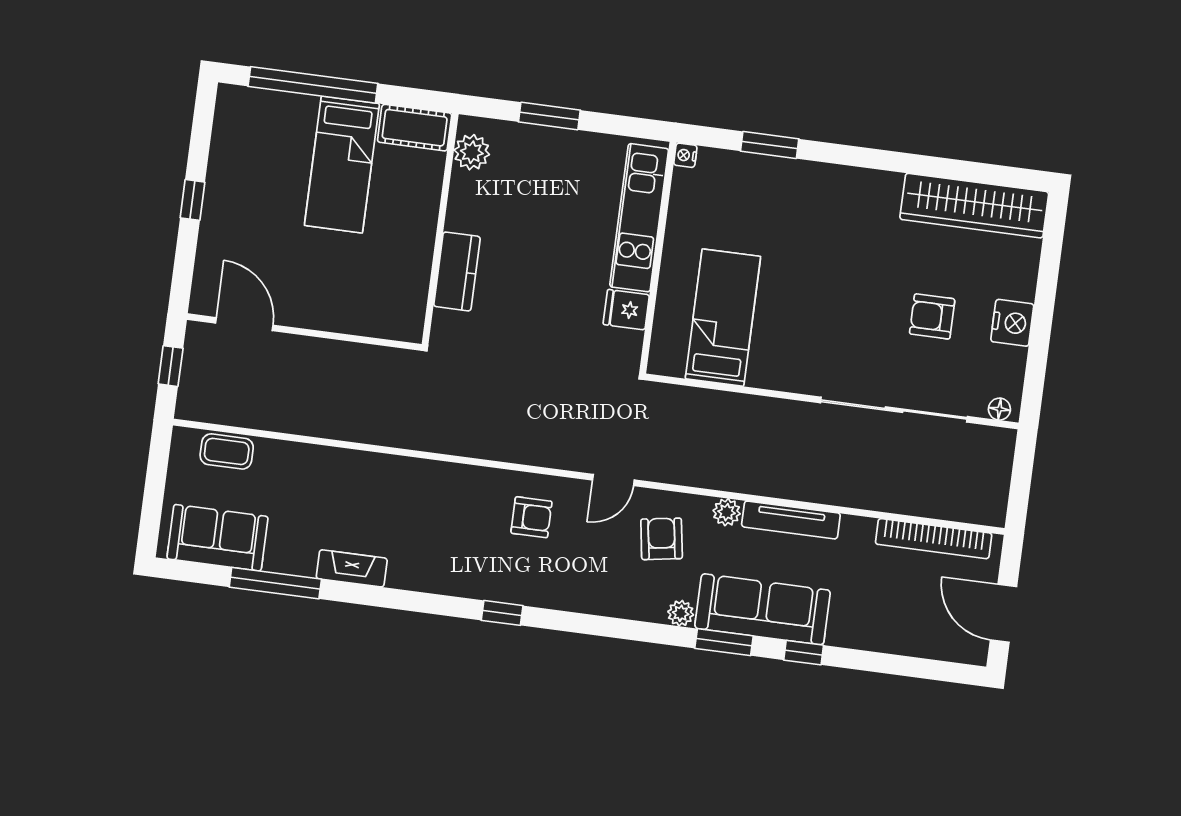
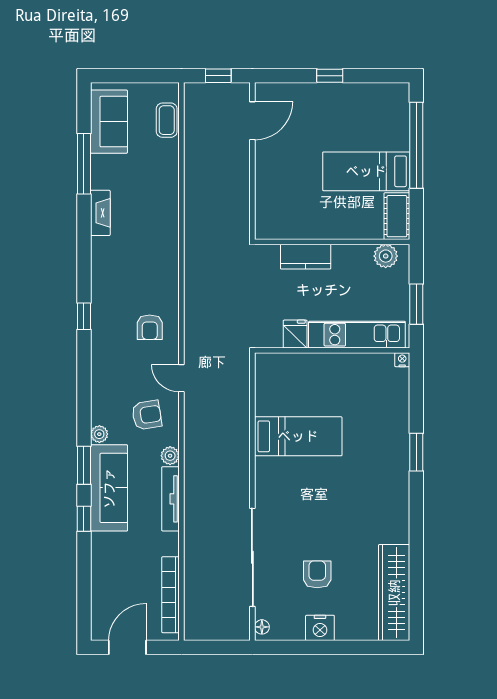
nightstand: (685, 155) -> (402, 360), moved
kitchen unit: (639, 218) -> (357, 335), moved
wall: (658, 258) -> (332, 350), moved
fridge: (626, 310) -> (295, 334), moved

